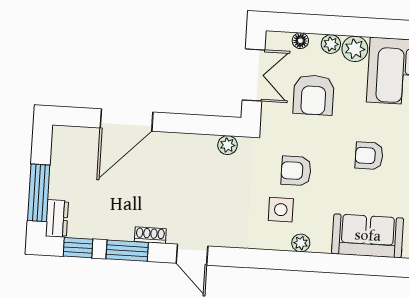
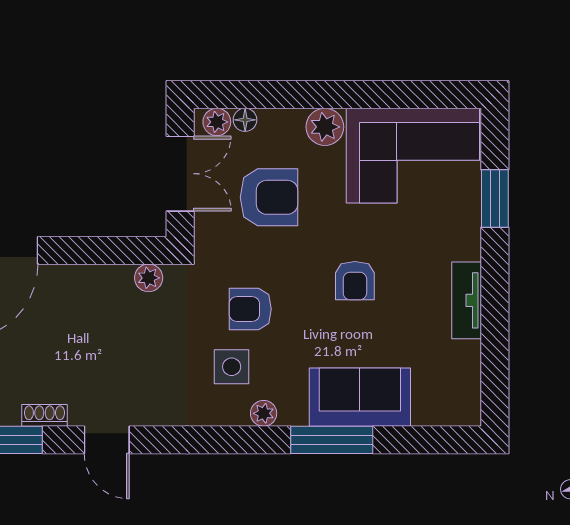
plant: (331, 44) -> (217, 122), moved
armchair: (314, 95) -> (269, 197), turned -90
armchair: (369, 156) -> (355, 281), turned -90
window: (346, 264) -> (332, 440), added

